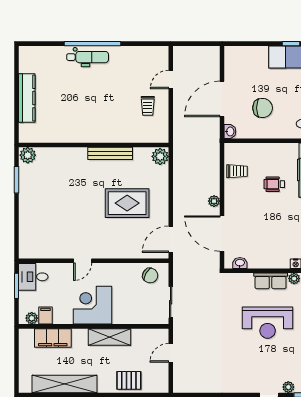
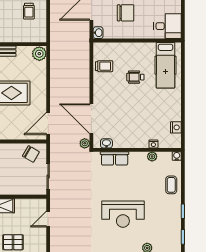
plant: (214, 201) -> (85, 143), moved
row of seats: (271, 281) -> (115, 158), moved
reception desk: (268, 323) -> (123, 214), moved

